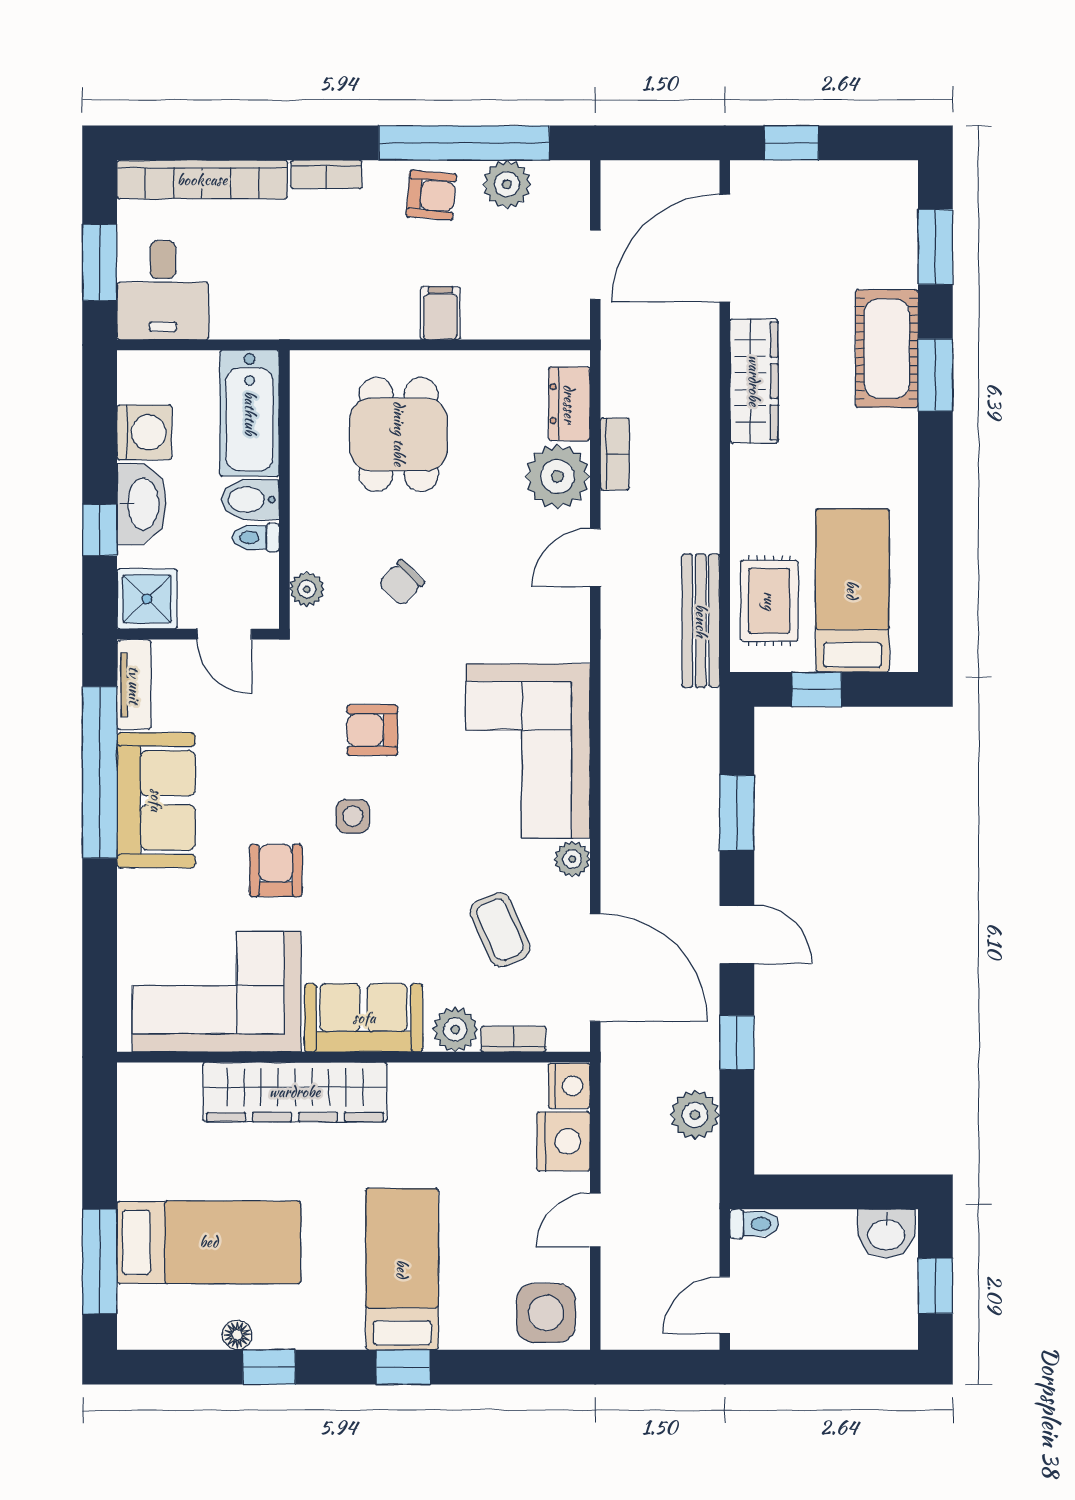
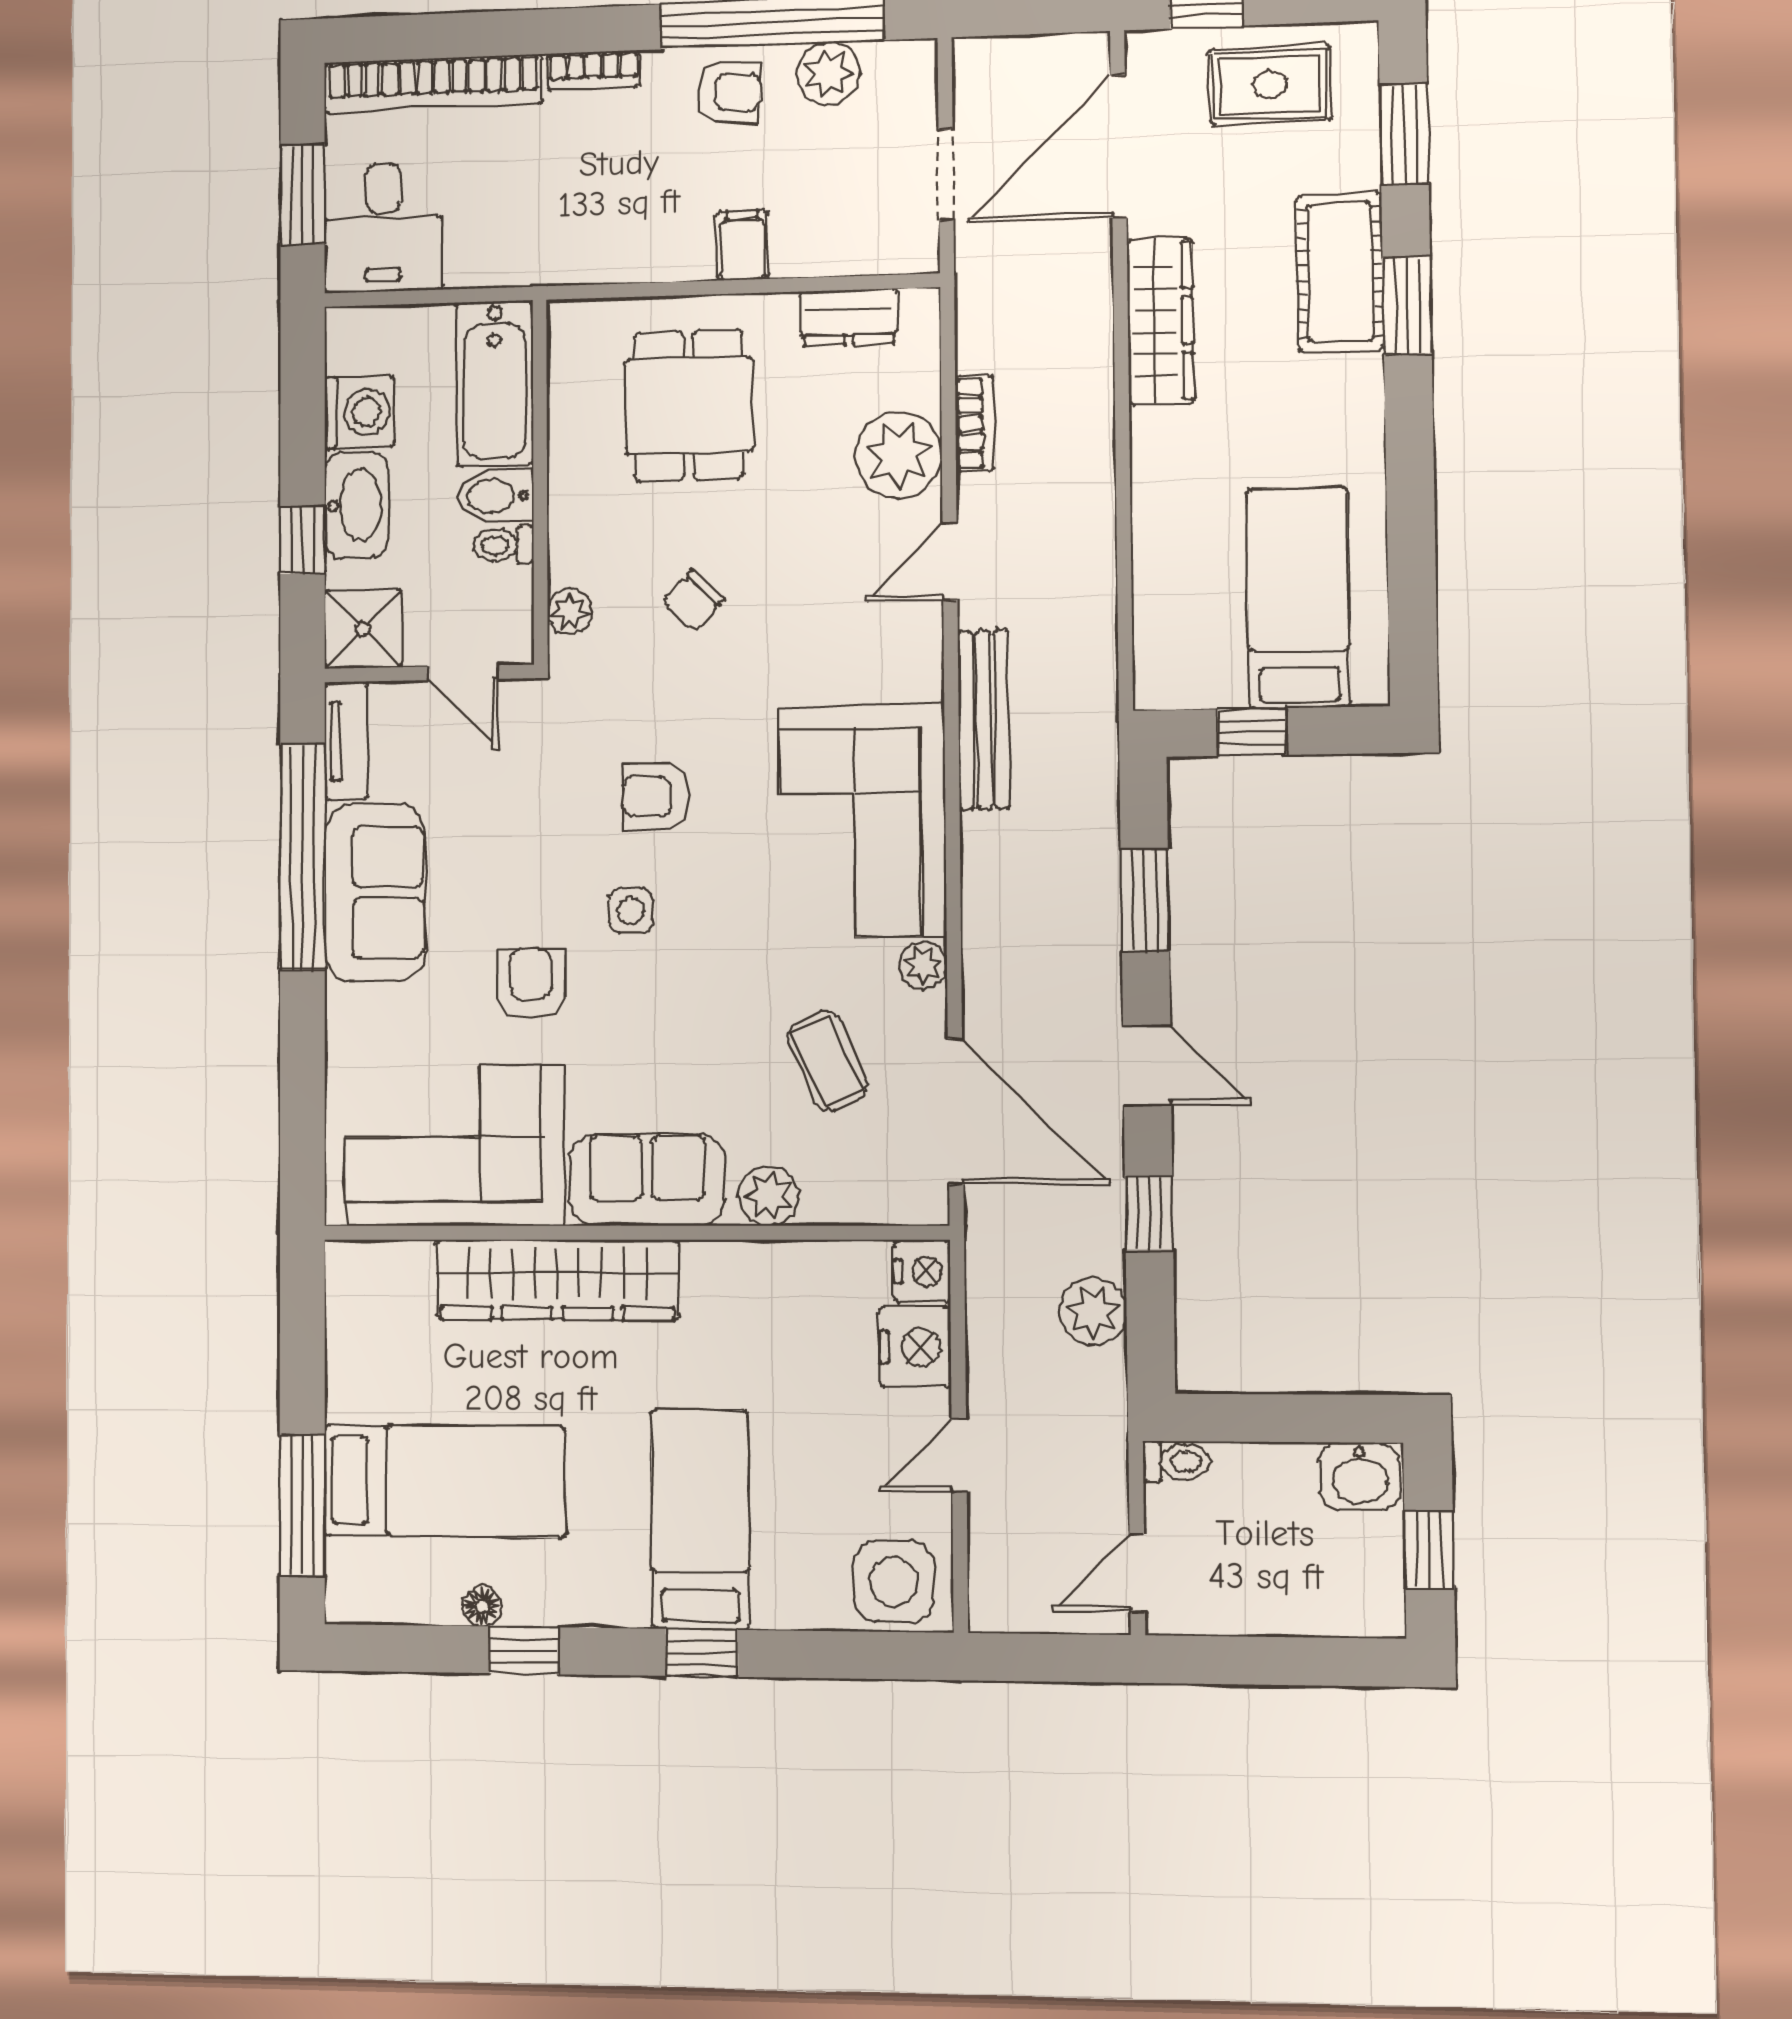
dresser: (569, 404) -> (849, 317), moved, turned -90
rug: (769, 601) -> (1270, 85), moved, turned 90
bench: (701, 621) -> (984, 720), moved
bookcase: (514, 1039) -> (847, 1208), removed

